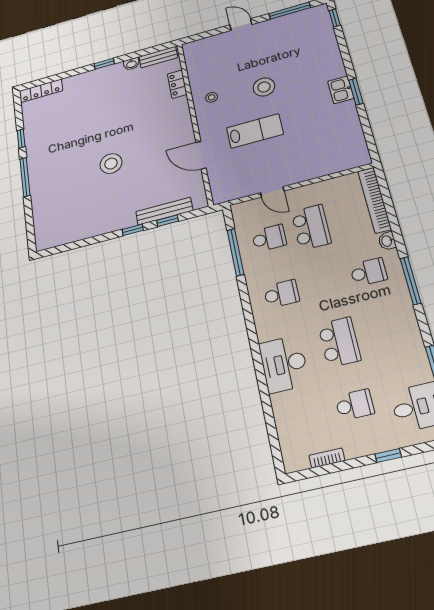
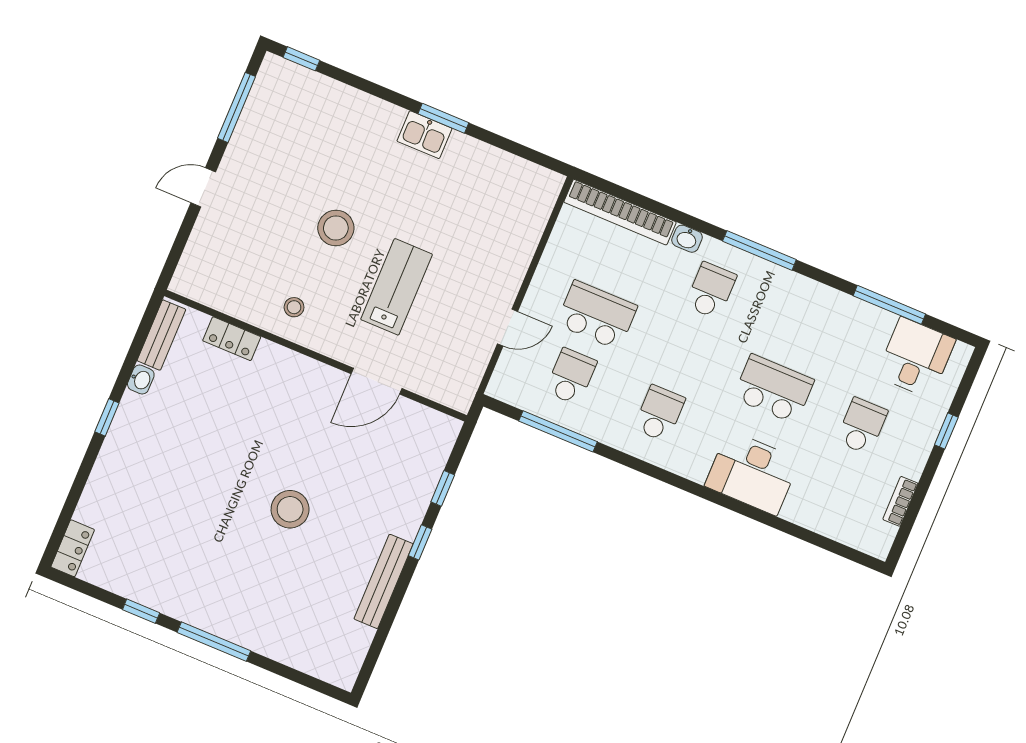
locker: (41, 91) -> (73, 548), width x0.66
bench: (164, 211) -> (384, 581), moved

